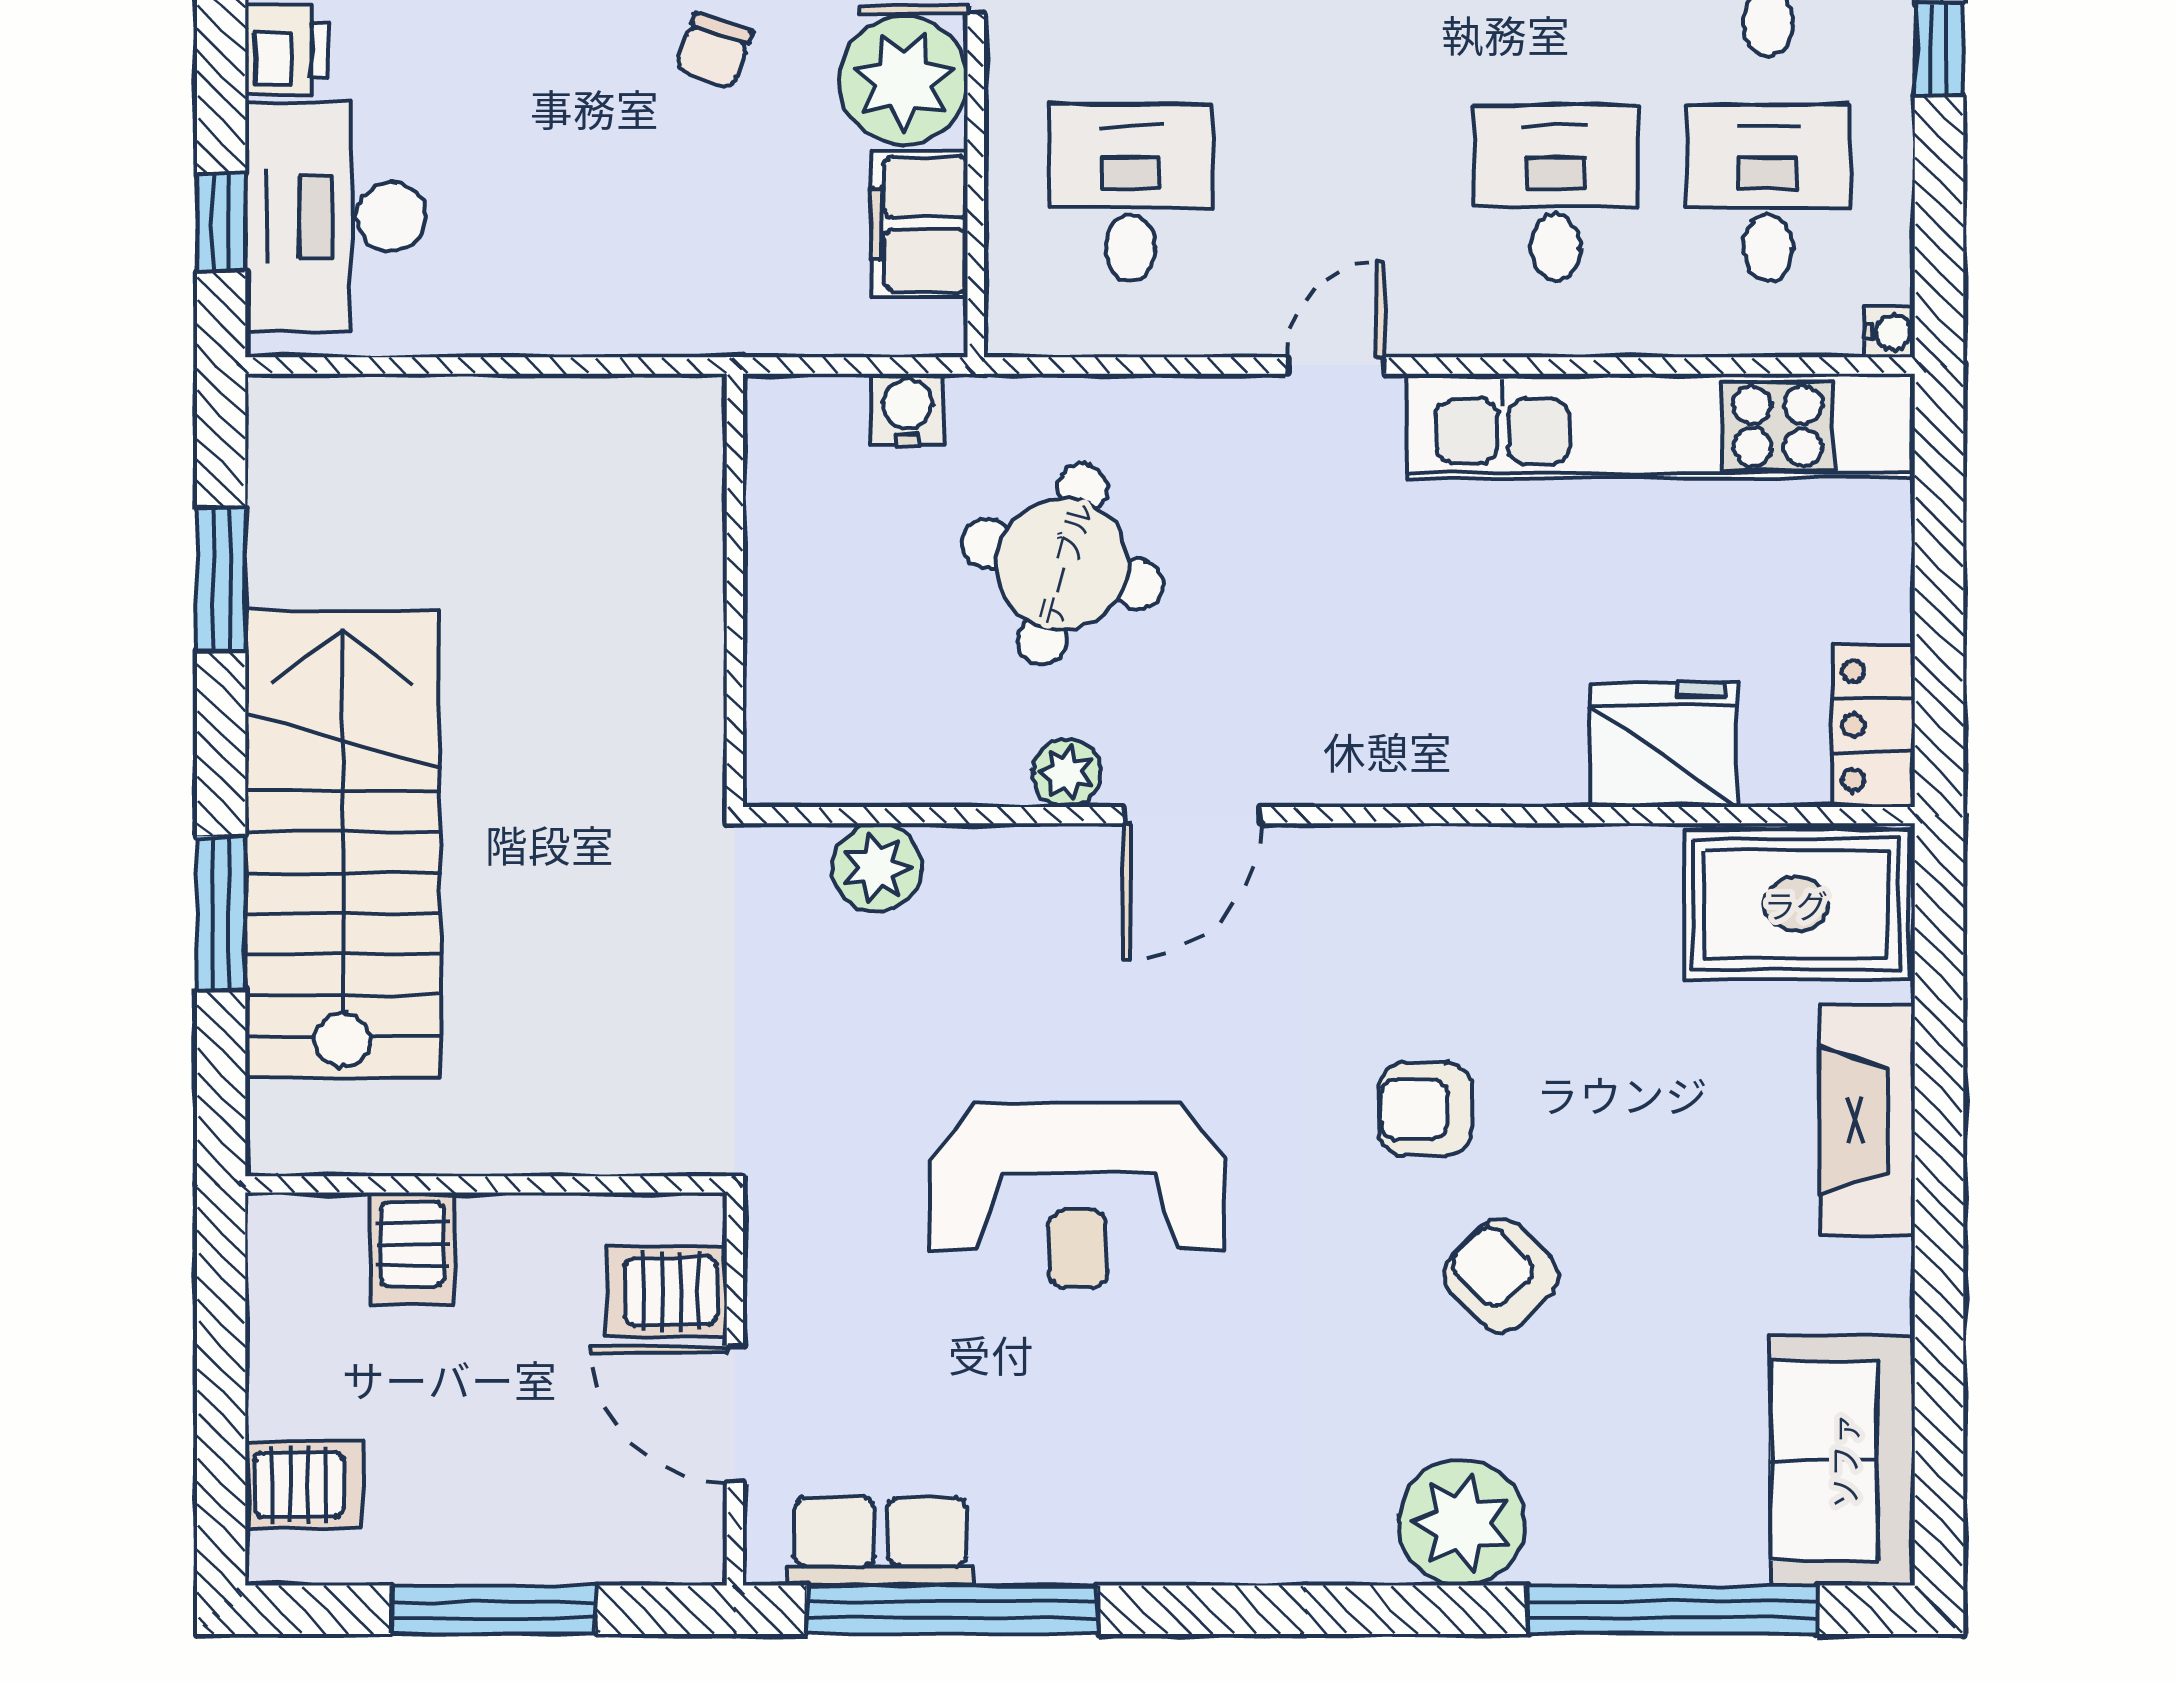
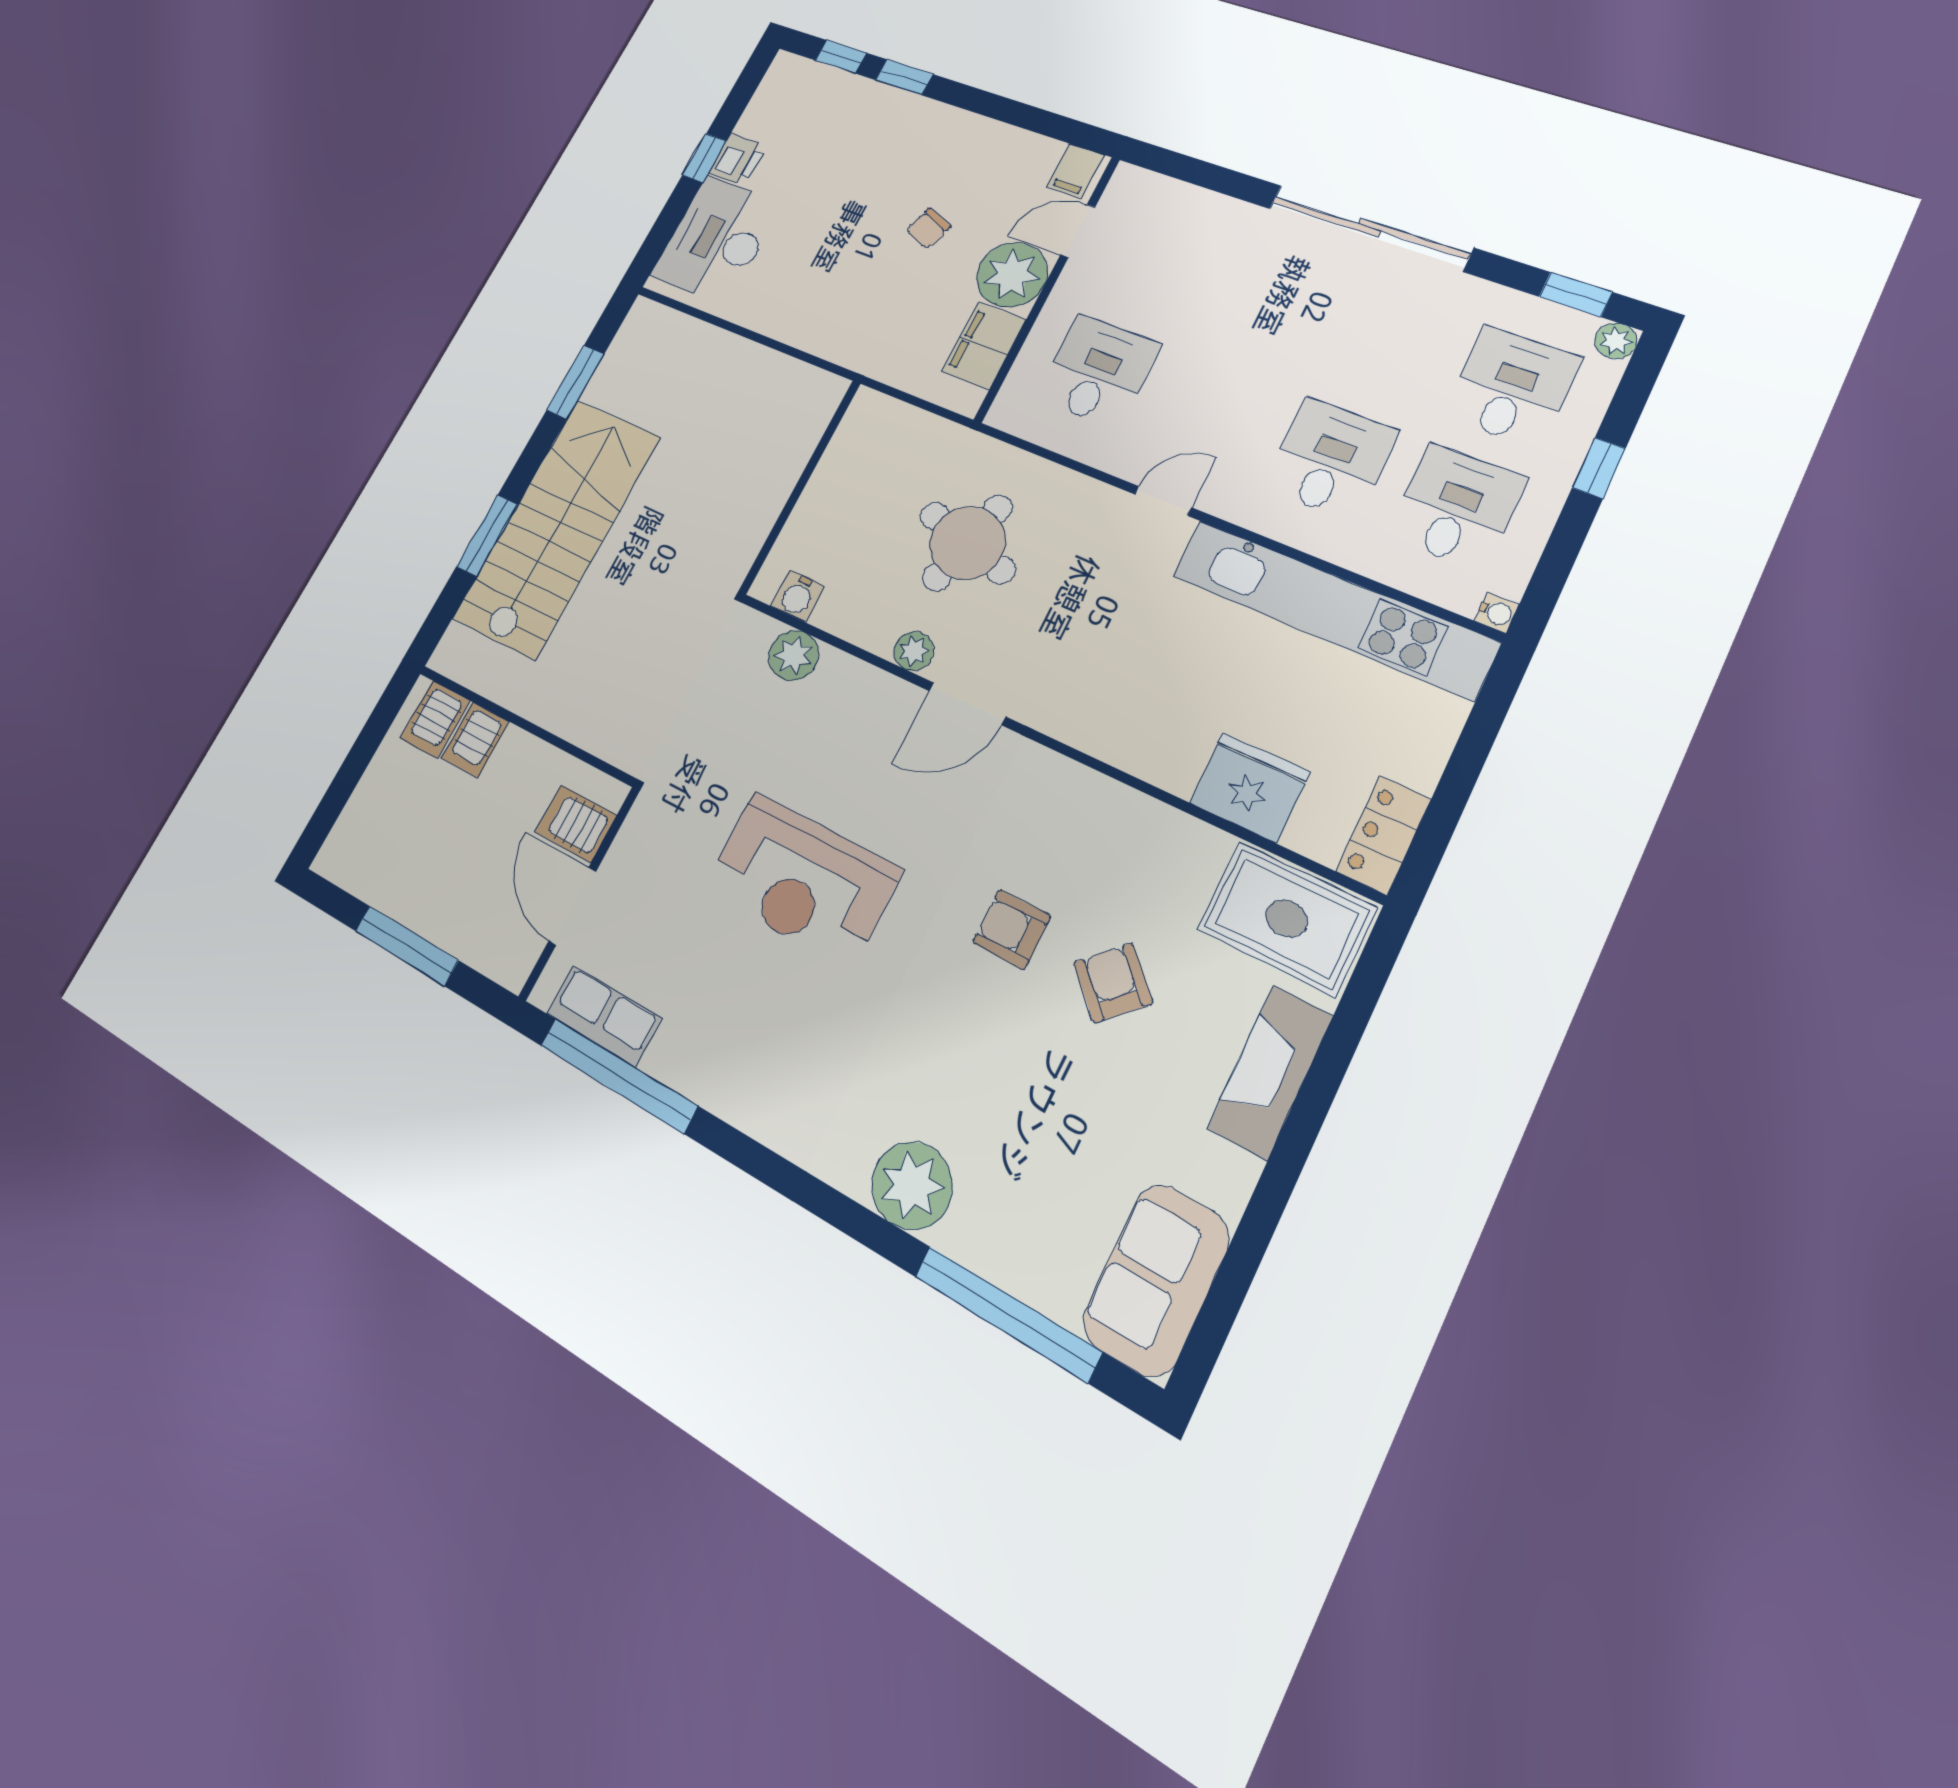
window: (221, 223) -> (704, 158), moved
water cooler: (907, 410) -> (798, 596), moved, turned 180
armchair: (1501, 1275) -> (1113, 983), moved
server rack: (304, 1485) -> (435, 719), moved, turned 90

